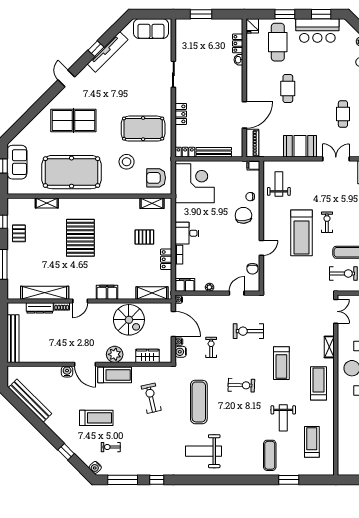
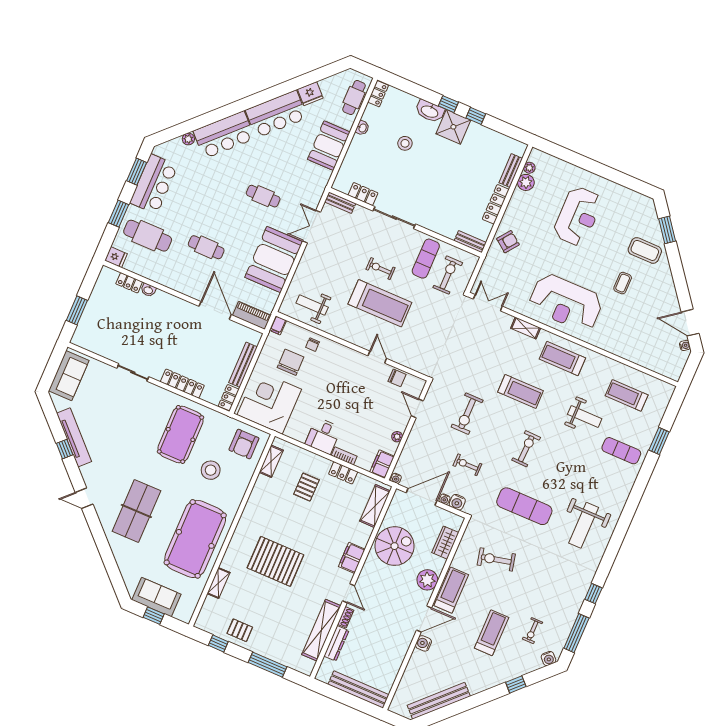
locker: (181, 114) -> (182, 384), width x1.53
booth: (300, 146) -> (274, 259), width x1.36, depth x1.42
chair: (243, 215) -> (291, 362), moved, turned 95

